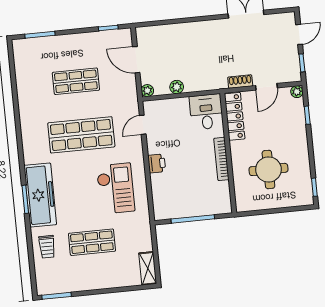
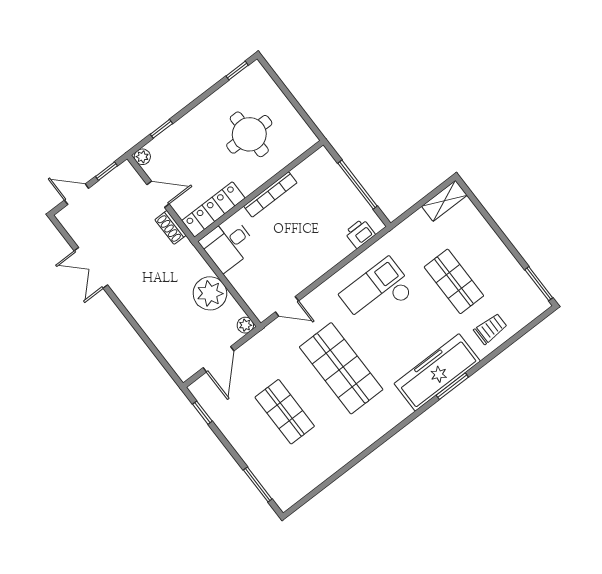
plant: (177, 87) -> (210, 293), width x1.88, depth x1.88
printer: (157, 163) -> (360, 233), moved

